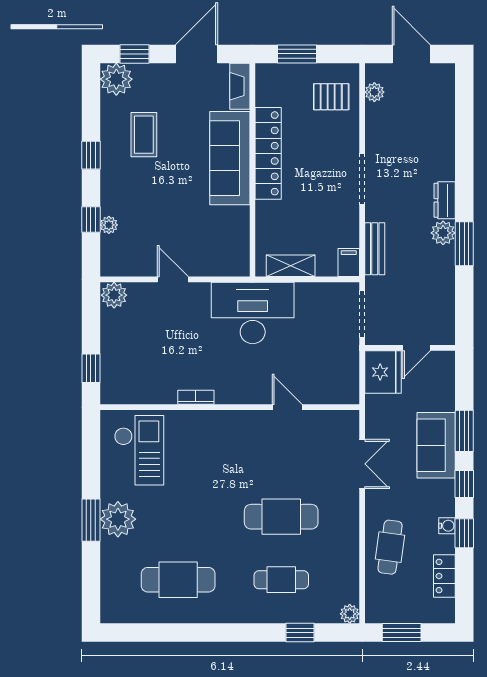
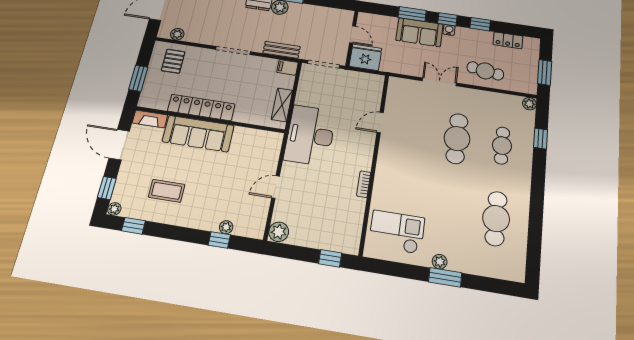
plant: (116, 79) -> (114, 209), width x0.53, depth x0.53
window: (91, 155) -> (133, 226), moved
double door: (362, 464) -> (439, 82), moved
plant: (118, 519) -> (440, 262), width x0.53, depth x0.53
water cooler: (447, 526) -> (449, 30), moved

